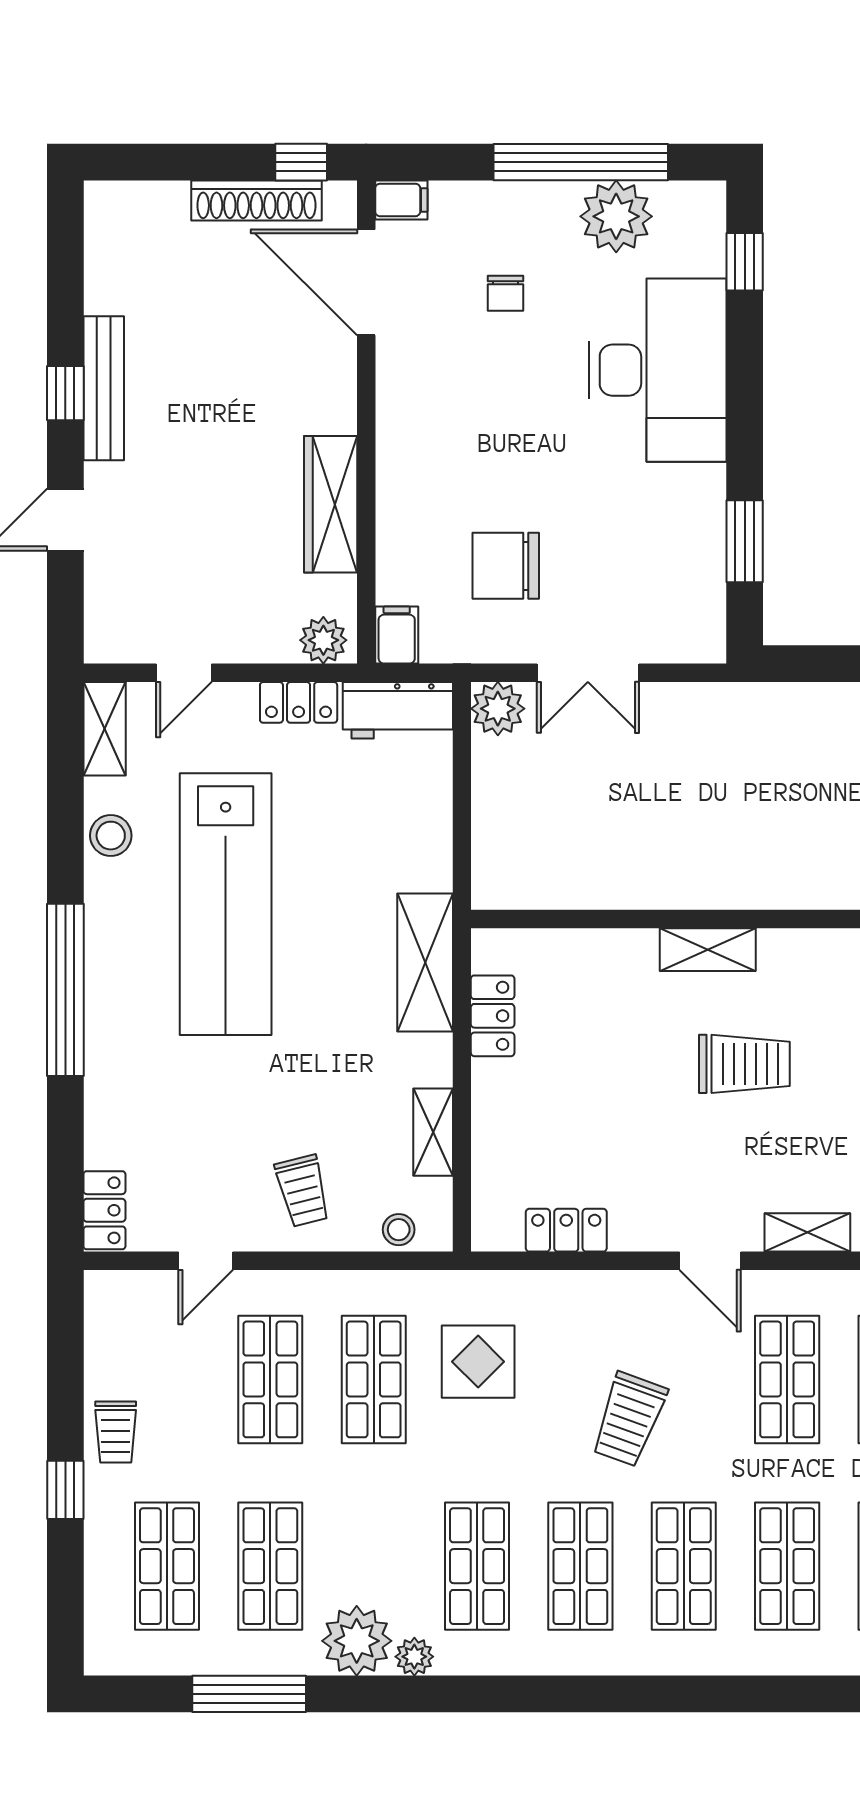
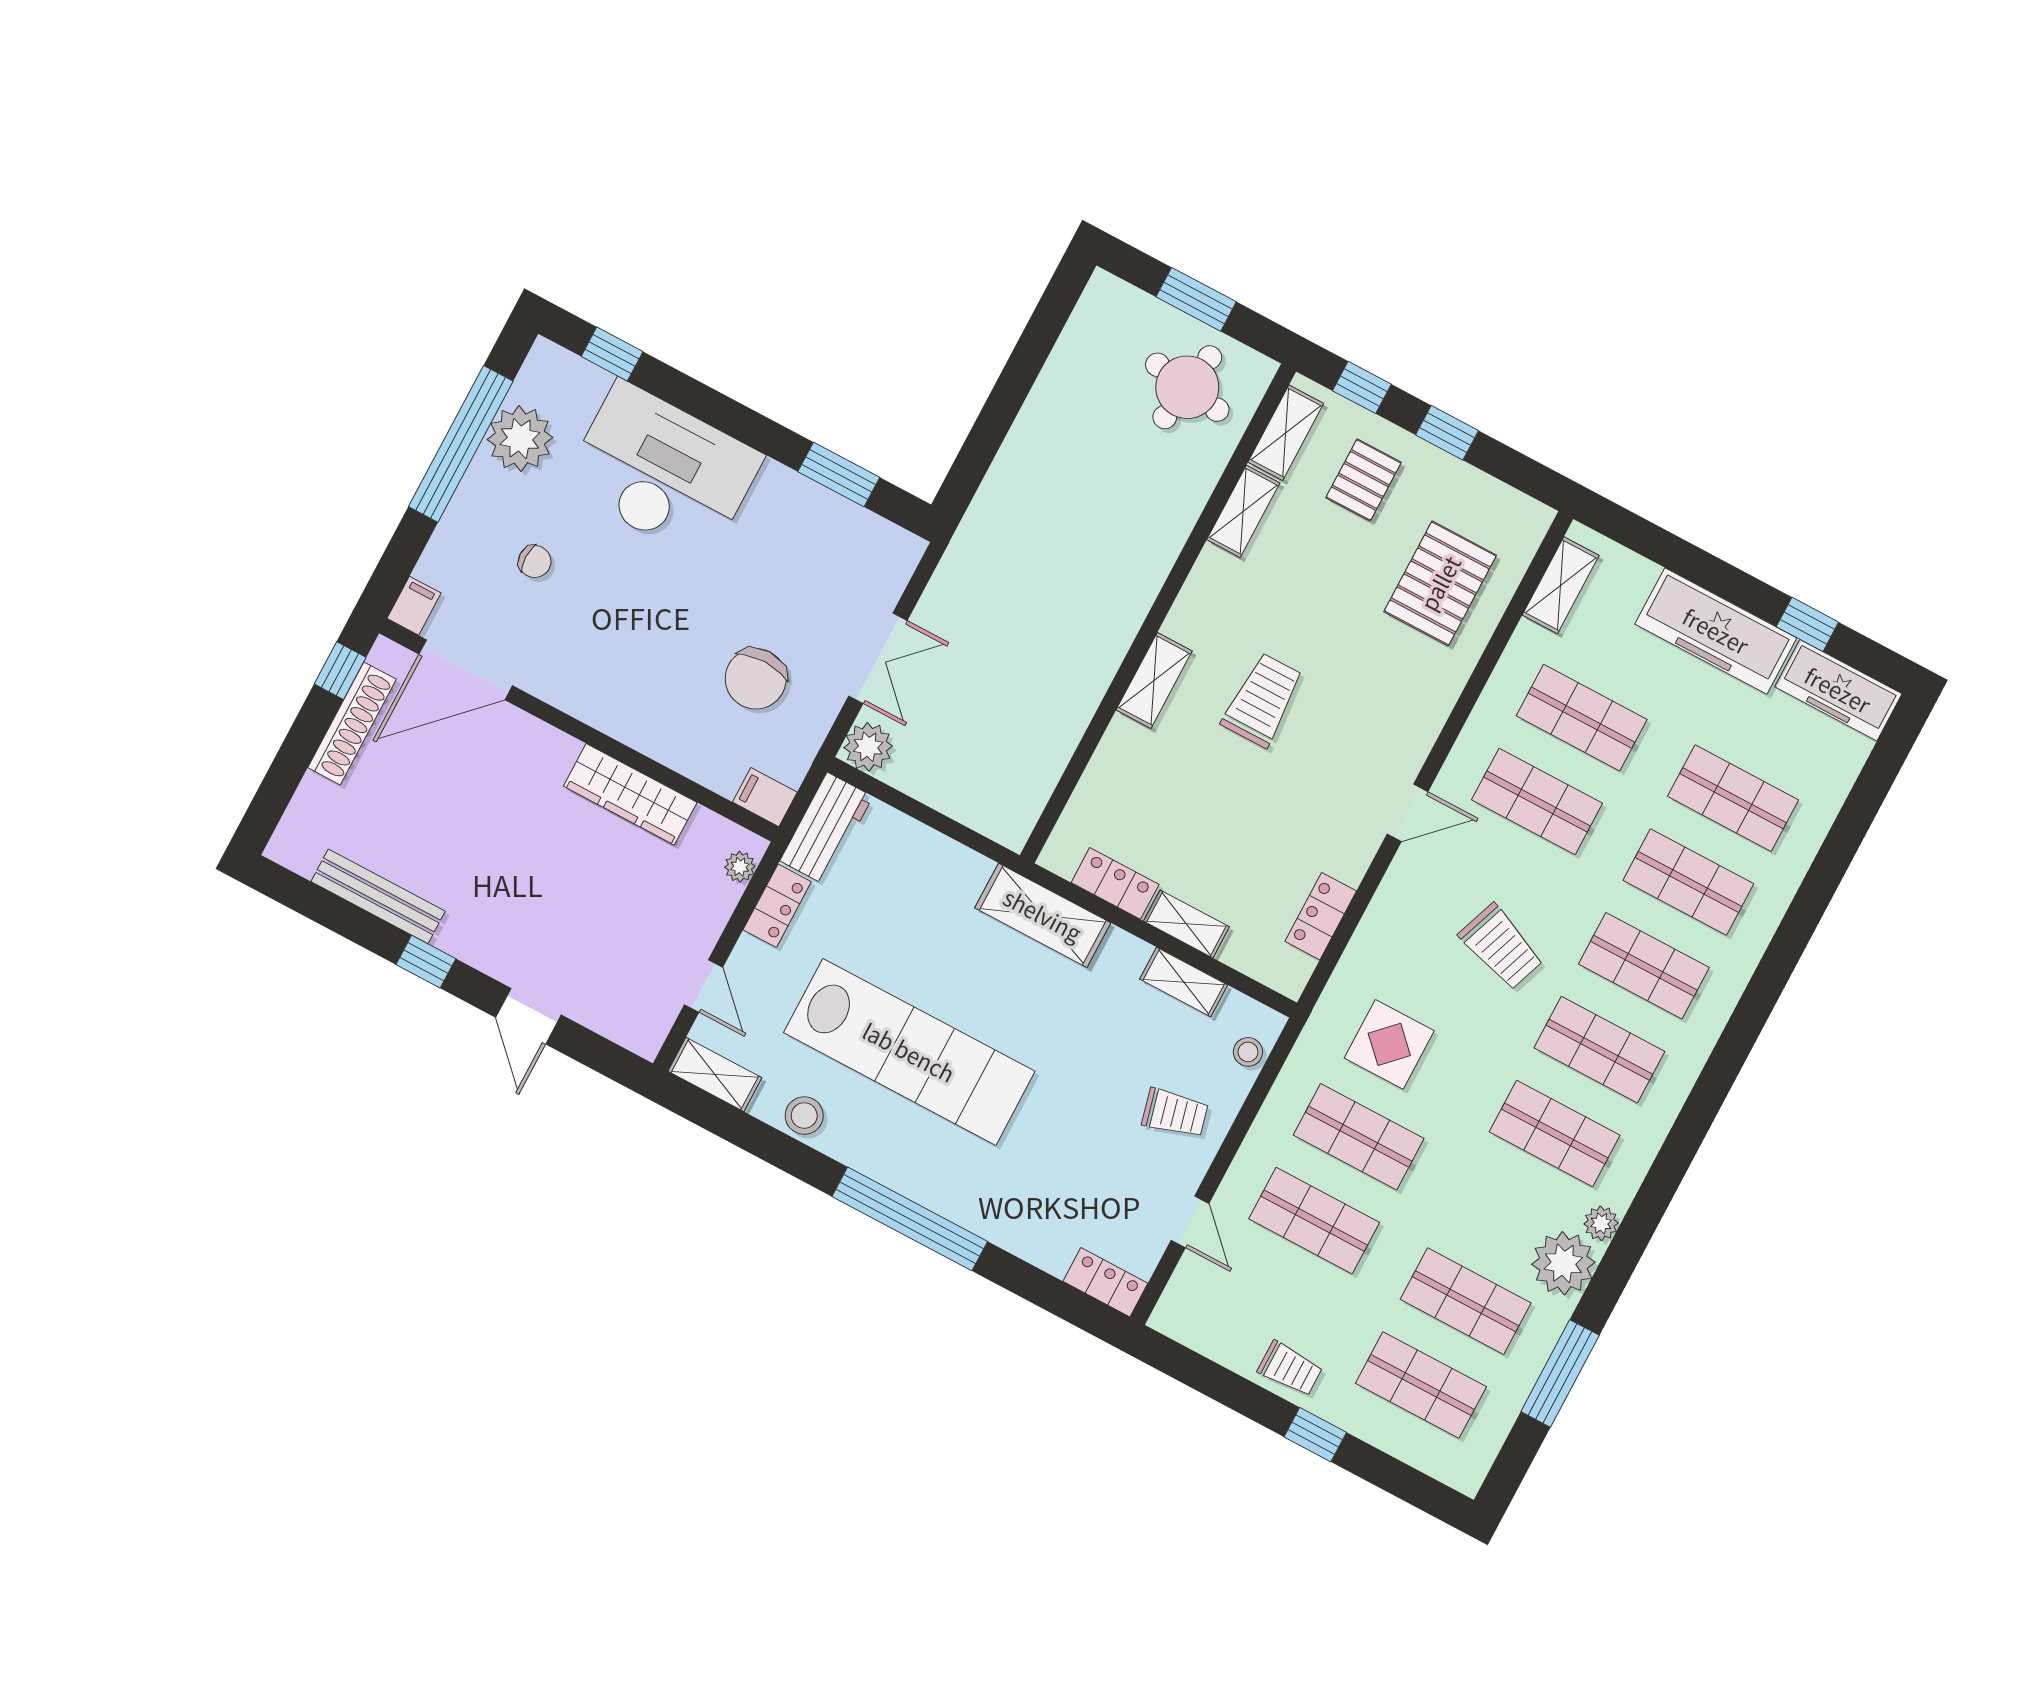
bench: (104, 388) -> (378, 896), moved
plant: (323, 640) -> (740, 867), width x0.73, depth x0.73
shelving: (807, 1232) -> (1186, 924), moved, turned 90

